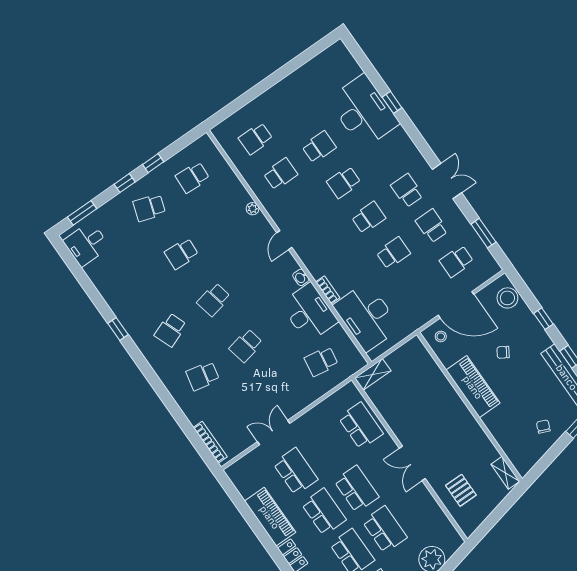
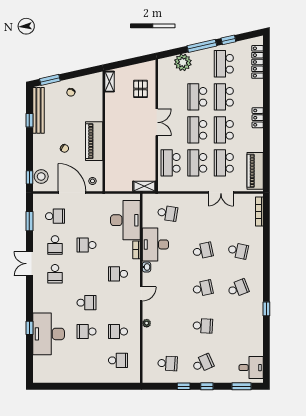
school desk: (149, 208) -> (203, 363), turned -42
school desk: (368, 218) -> (118, 274), moved
window: (543, 319) -> (29, 177), moved
school desk: (328, 448) -> (197, 163), added
piano: (270, 517) -> (255, 171), moved

